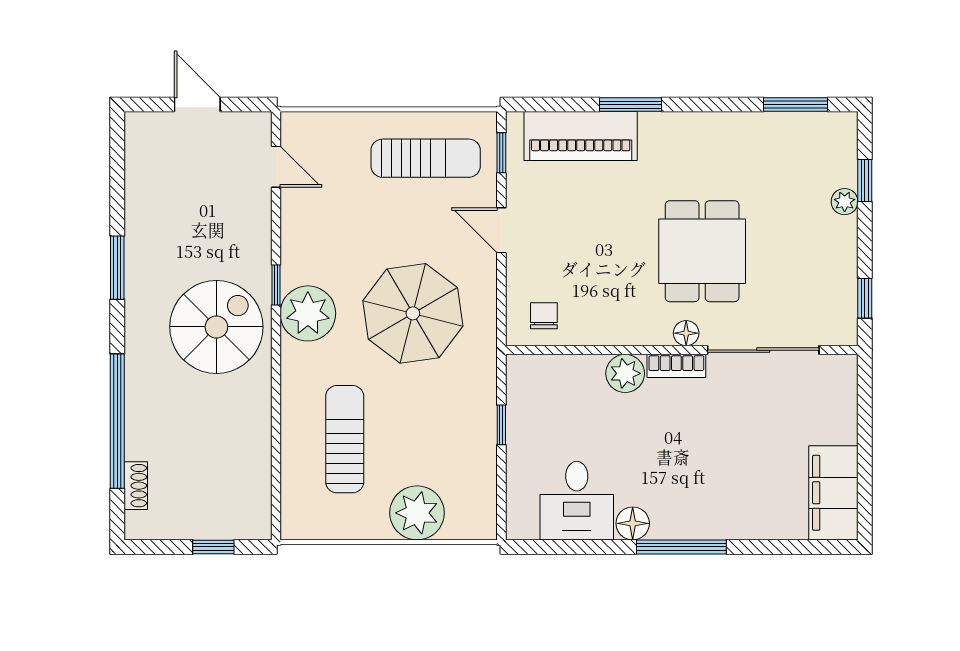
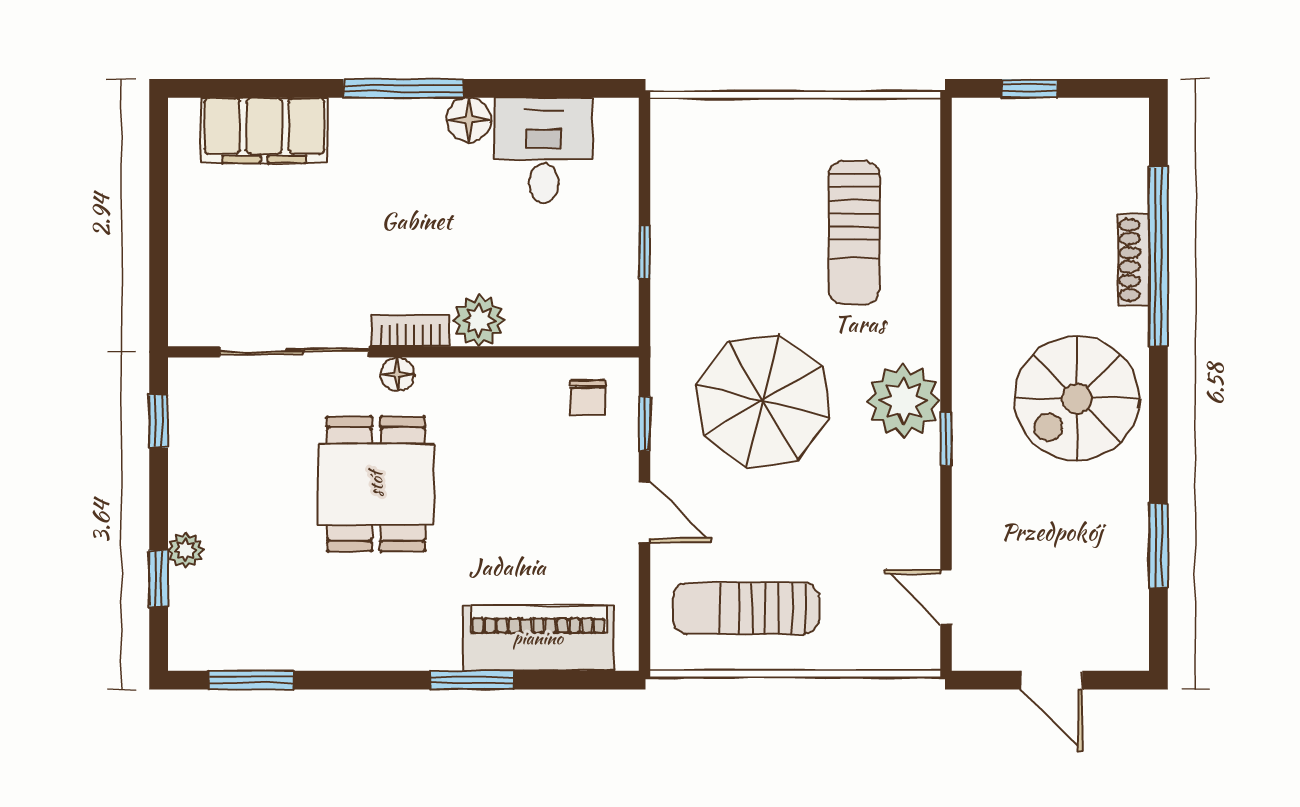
window: (501, 153) -> (645, 424), moved
window: (117, 268) -> (1158, 546), moved
spiral stairs: (216, 327) -> (1077, 398), moved
shoe rack: (136, 486) -> (1134, 260), moved, width x1.43
filing cabinet: (833, 493) -> (264, 130), moved, turned 90
plant: (417, 513) -> (757, 134), removed

